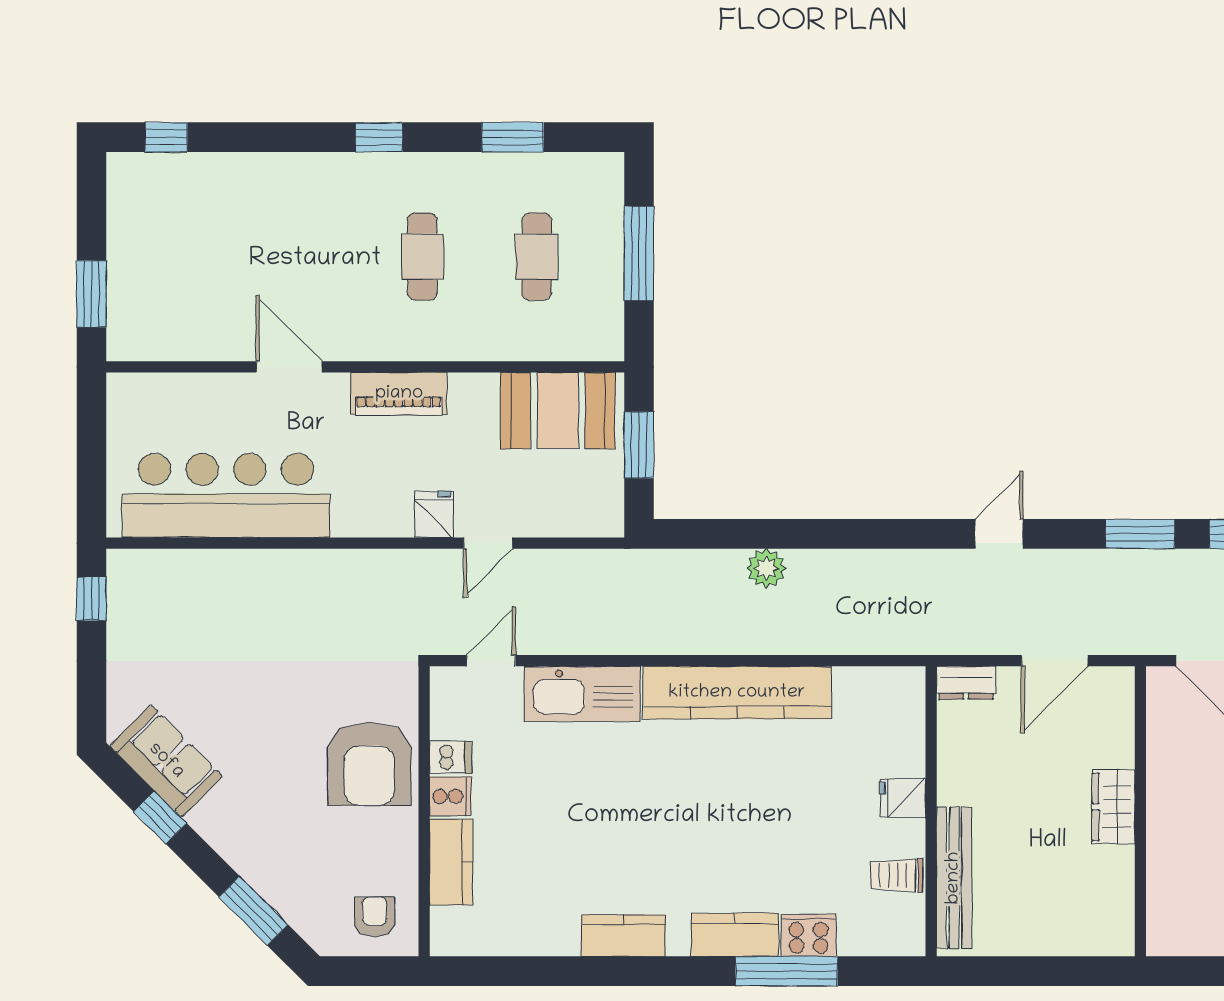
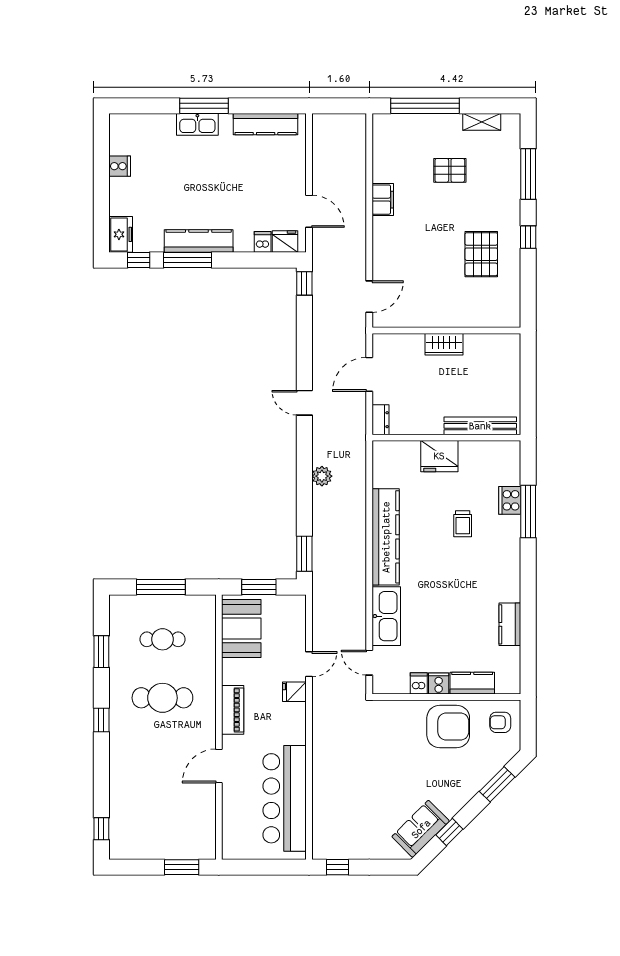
cafe table: (422, 257) -> (162, 698), width x1.37, depth x1.35
window: (1140, 534) -> (304, 554), moved
door: (488, 543) -> (309, 664), hinge flipped
plant: (766, 568) -> (322, 476), moved
door: (1055, 661) -> (369, 374), swing flipped
armchair: (369, 764) -> (448, 726), moved
fridge: (903, 798) -> (439, 456), width x1.88, depth x1.34
trolley: (897, 875) -> (463, 524), moved
kitchen counter: (735, 935) -> (509, 538), removed
kitchen counter: (624, 936) -> (510, 624), moved

